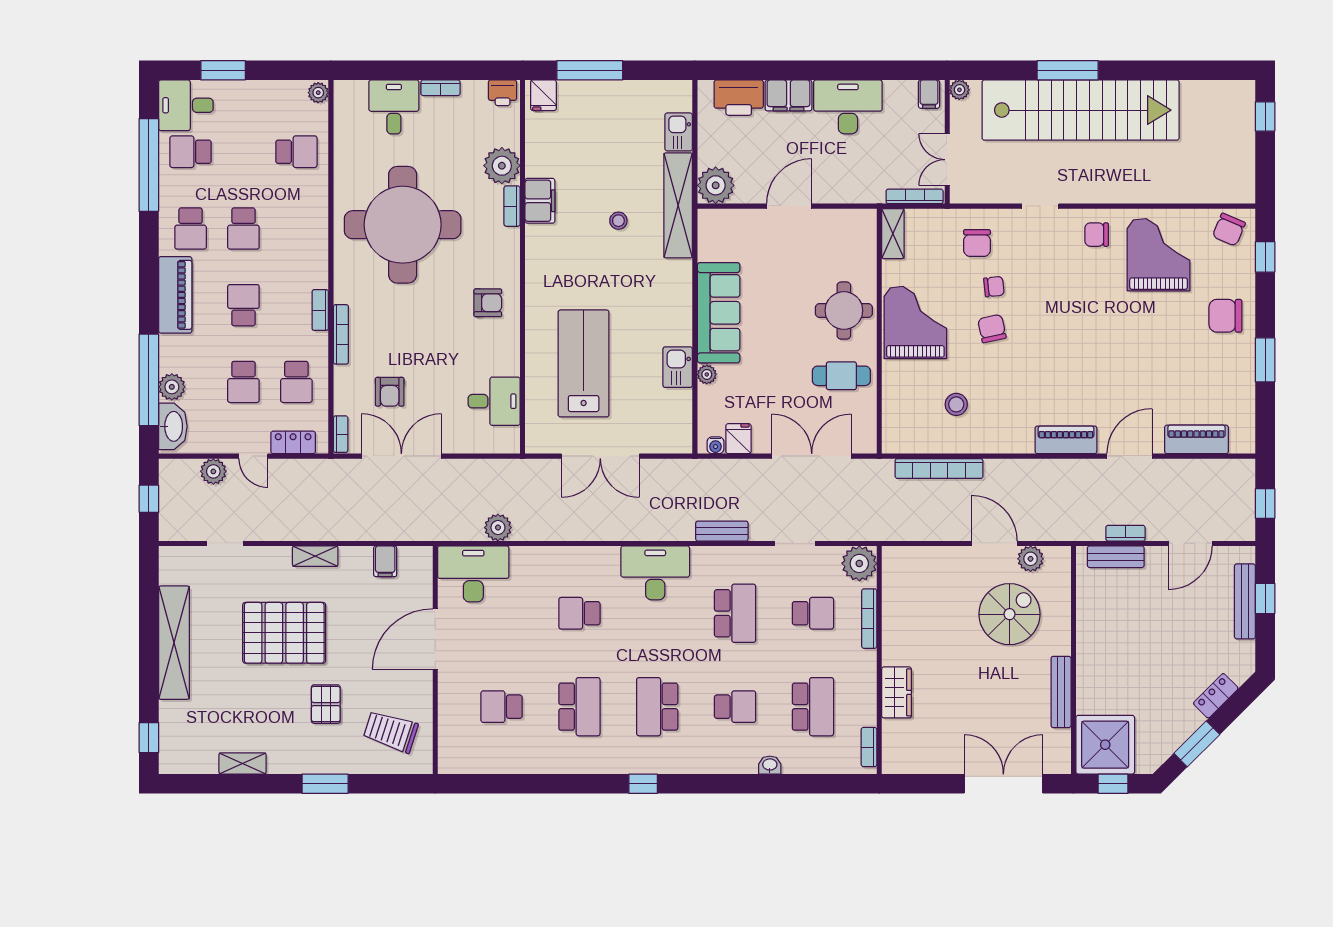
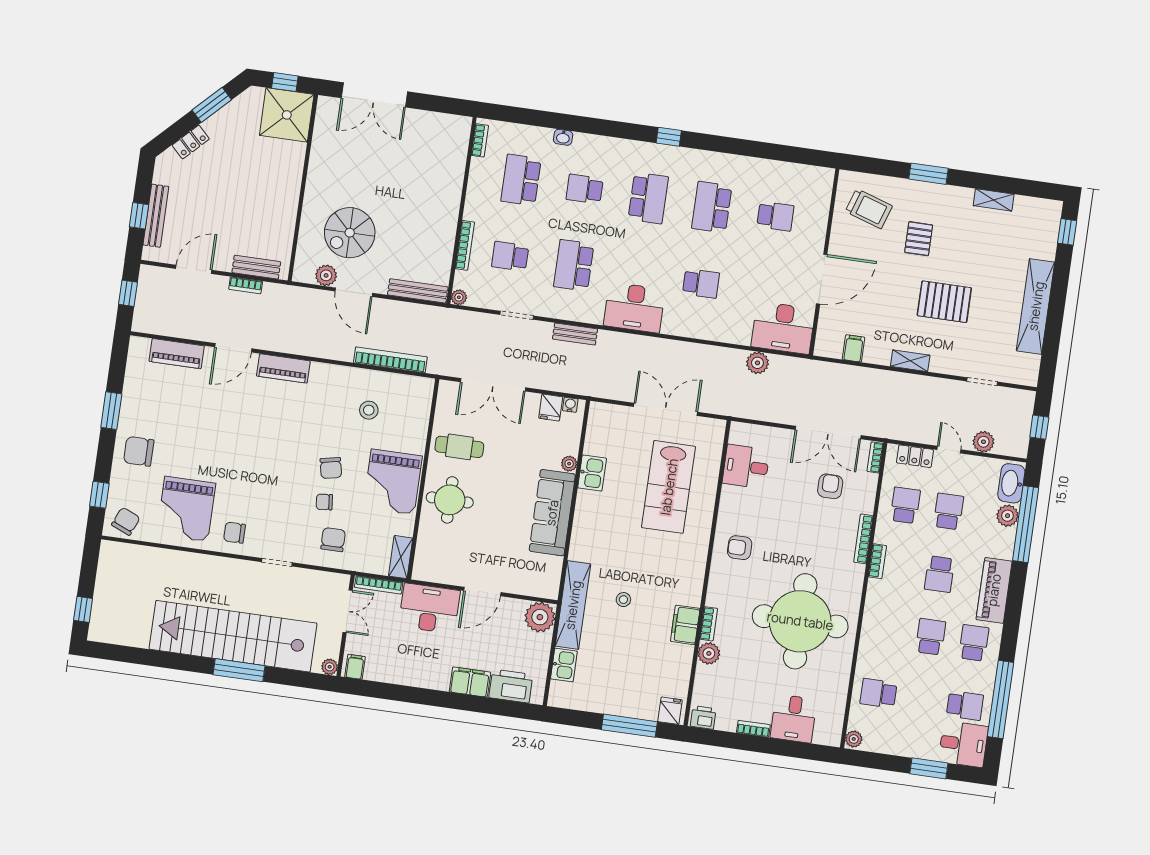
desk: (848, 107) -> (429, 608), moved, turned 180
plant: (502, 166) -> (709, 653), width x0.73, depth x0.73
chair: (1097, 235) -> (234, 533), turned 180
chair: (1225, 316) -> (139, 451), turned 180
plant: (859, 563) -> (459, 297), width x0.53, depth x0.53
pallet: (284, 633) -> (944, 302), width x0.73, depth x0.71
wardrobe: (897, 692) -> (451, 182), removed
bench: (1061, 692) -> (418, 291), moved, turned 90

